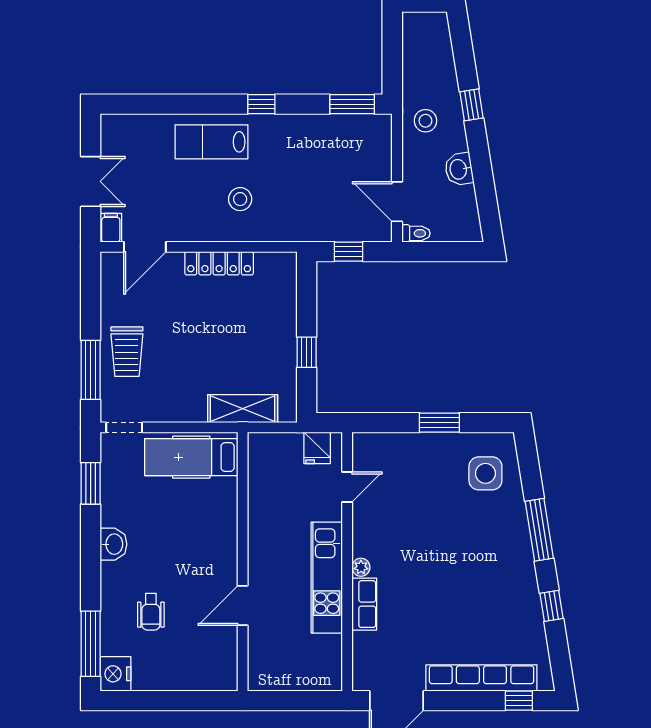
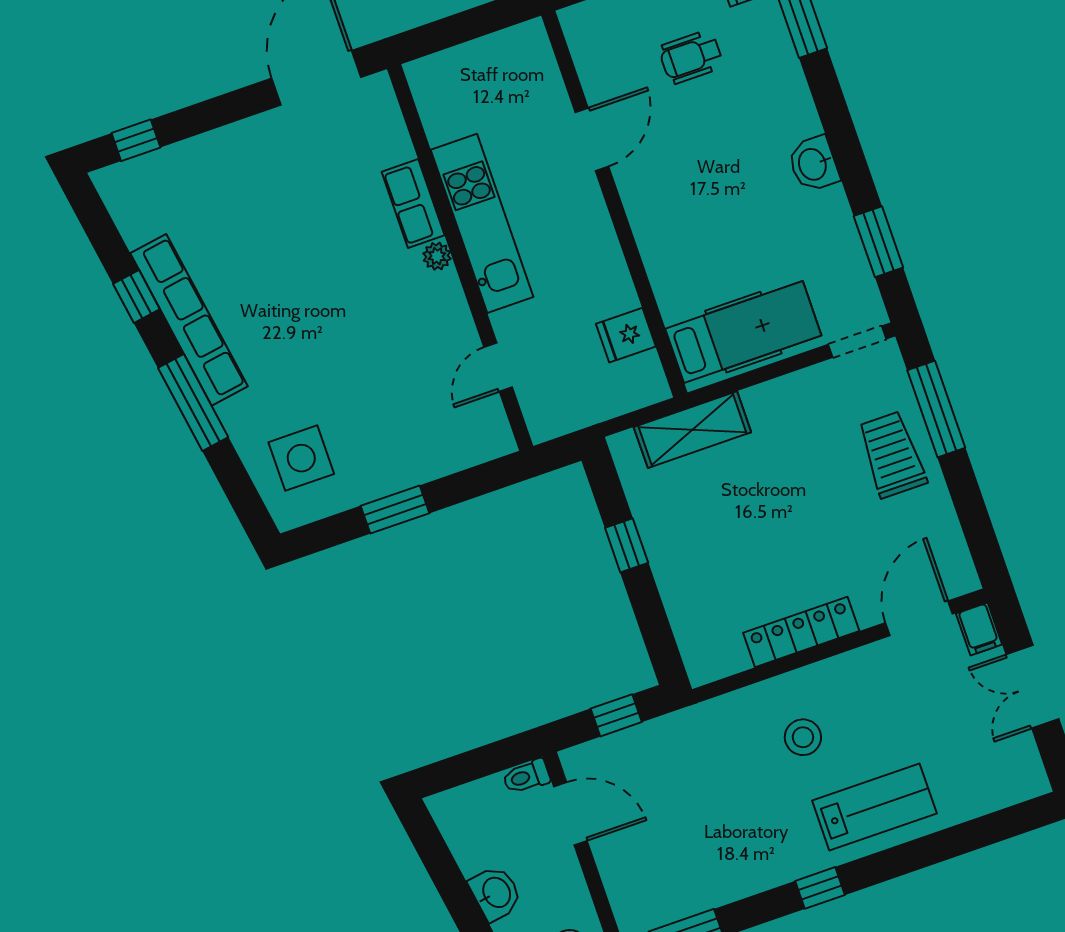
fridge: (317, 448) -> (626, 335), moved, turned -90
wheelchair: (151, 612) -> (691, 57), moved, turned -90
row of seats: (481, 678) -> (189, 320), moved, turned -99

